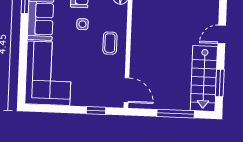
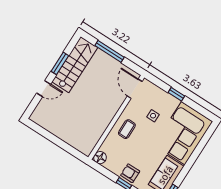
side table: (82, 24) -> (153, 116), moved
window: (220, 83) -> (60, 63), moved
window: (96, 111) -> (176, 94), moved

